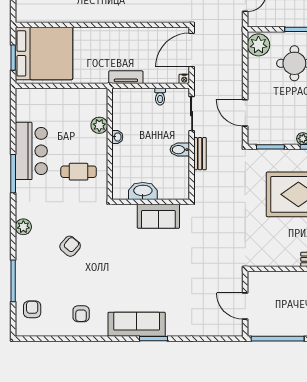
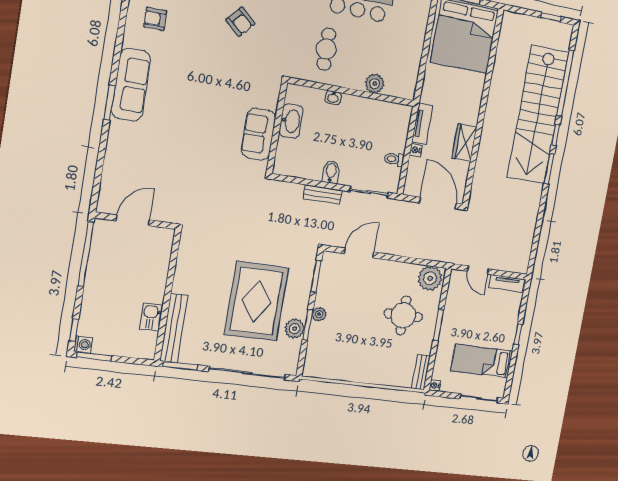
wardrobe: (135, 36) -> (464, 143), added
nightstand: (184, 79) -> (416, 150), moved
washbasin: (117, 137) -> (333, 98), moved

